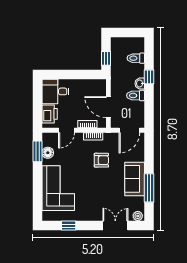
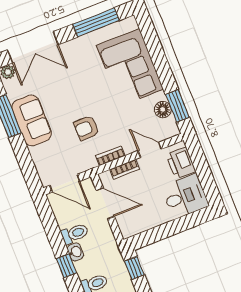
door: (66, 130) -> (150, 150), hinge flipped
door: (129, 130) -> (65, 183), swing flipped
window: (69, 226) -> (96, 22), width x2.17
double door: (115, 226) -> (33, 47), width x1.37

